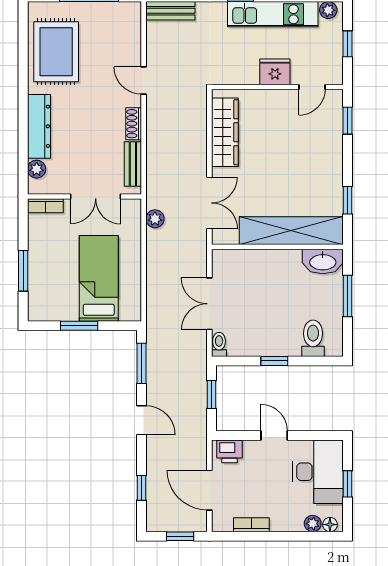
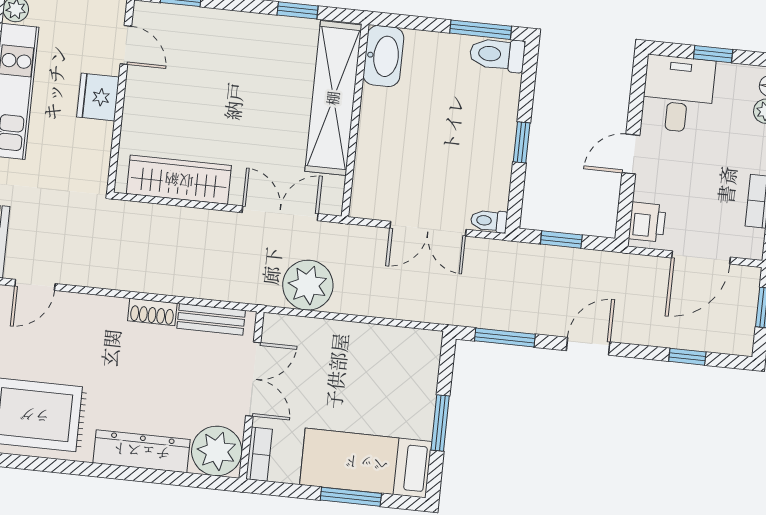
door: (144, 80) -> (35, 285), moved
plant: (37, 169) -> (217, 451), width x1.88, depth x1.88
plant: (155, 219) -> (308, 285), width x1.88, depth x1.88
bed: (99, 278) -> (366, 463), moved
window: (347, 296) -> (481, 30), moved
toilet: (313, 338) -> (497, 54), moved
desk: (318, 472) -> (678, 94), width x0.73

